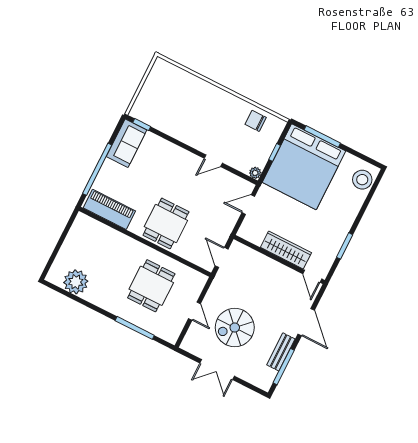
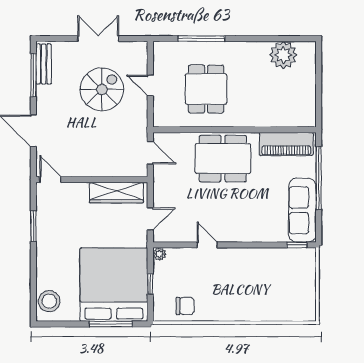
sofa: (127, 143) -> (302, 210), width x1.36
door: (213, 161) -> (207, 245), hinge flipped
dining table: (166, 223) -> (223, 159), width x1.38
wardrobe: (286, 250) -> (116, 193), moved
bench: (281, 352) -> (44, 64), moved

